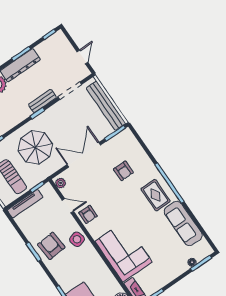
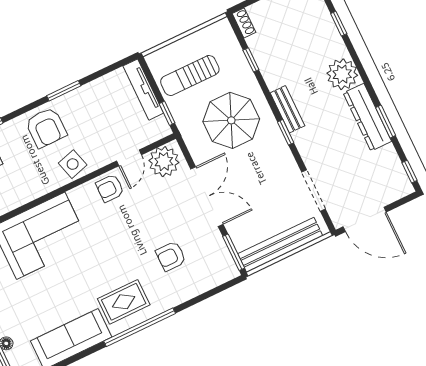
door: (82, 57) -> (365, 219), width x1.88
bench: (42, 101) -> (287, 109), moved
plant: (61, 183) -> (164, 162), width x1.87, depth x1.87
armchair: (51, 246) -> (46, 128), moved, turned 95

